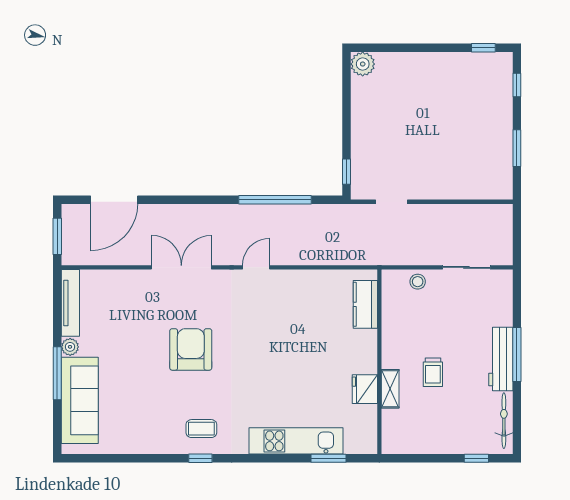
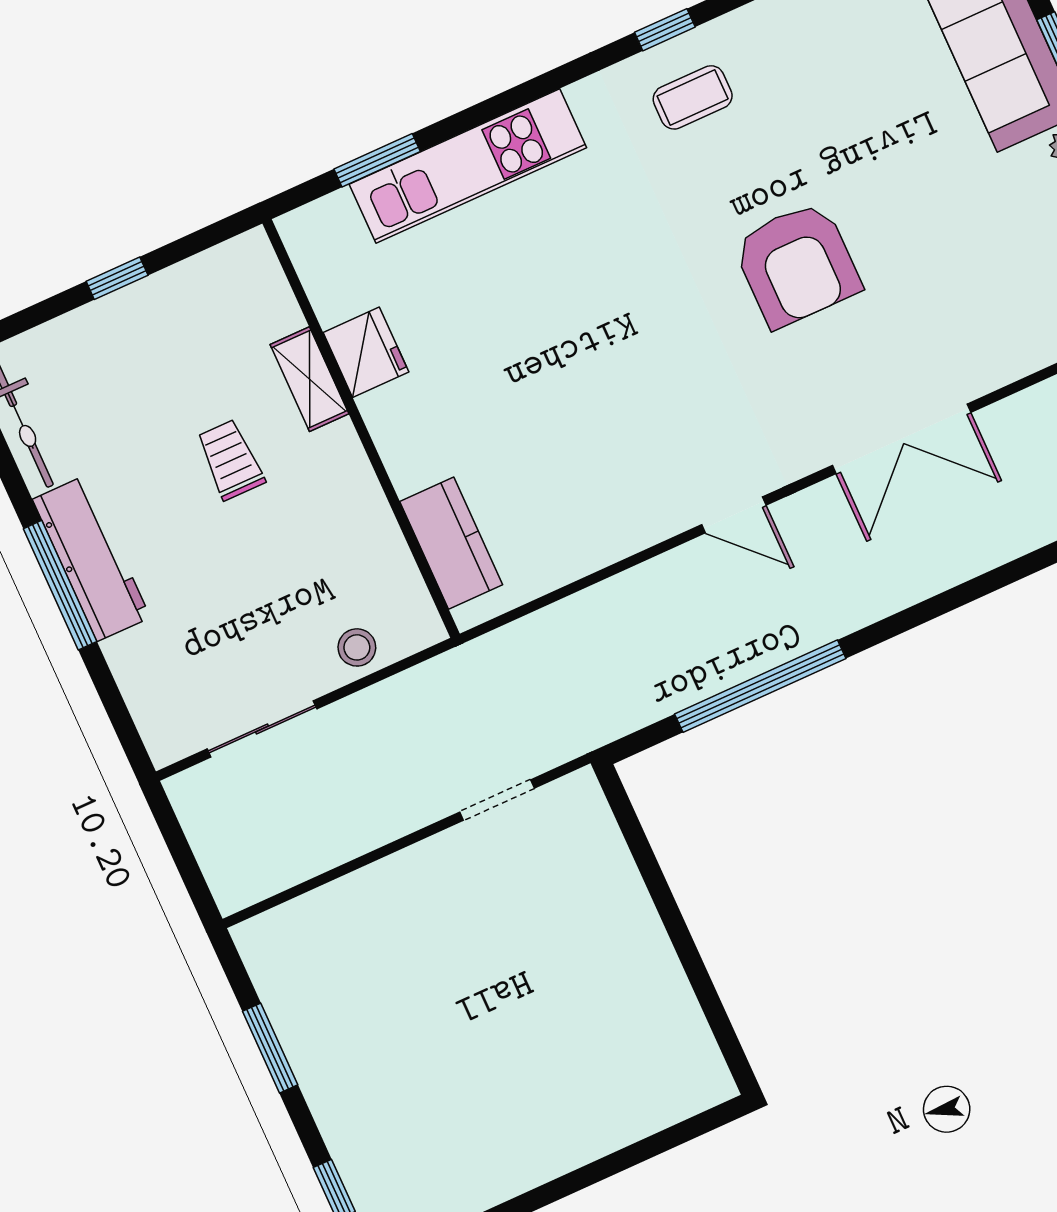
plant: (363, 64) -> (702, 1080), removed
window: (347, 172) -> (629, 822), removed
door: (256, 267) -> (734, 515), hinge flipped
window: (476, 458) -> (117, 278), moved

